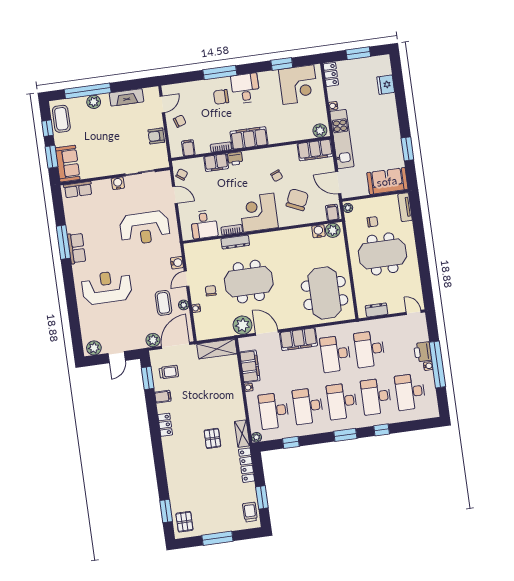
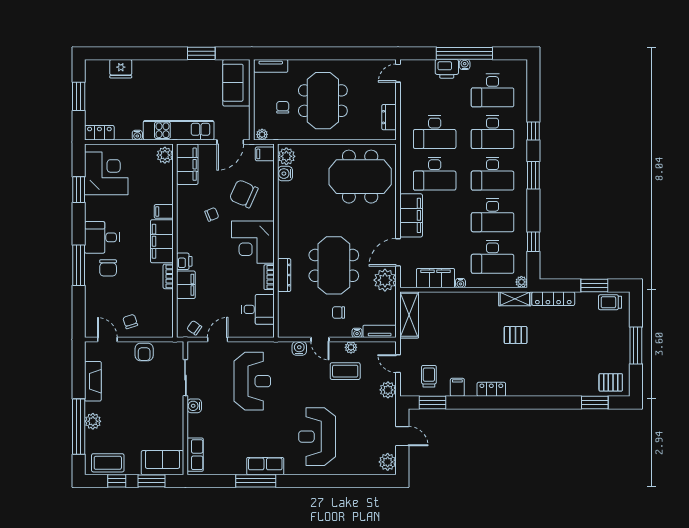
filing cabinet: (188, 148) -> (164, 211), moved
tv unit: (200, 327) -> (380, 331), added
door: (176, 345) -> (398, 364), width x0.53

